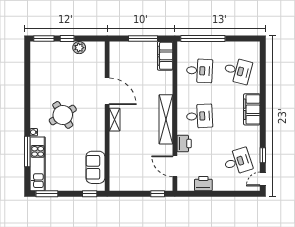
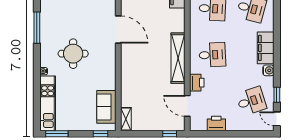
round table: (63, 115) -> (73, 54), turned 32
shelving: (115, 120) -> (126, 119), moved
water cooler: (255, 131) -> (268, 70), added
window: (27, 151) -> (37, 28), moved
door: (263, 179) -> (277, 119), hinge flipped

